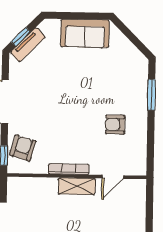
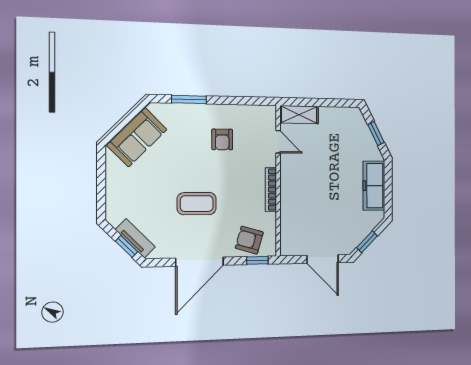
sofa: (85, 33) -> (137, 137), moved, turned 45
coffee table: (57, 100) -> (197, 204), added
shelving: (77, 186) -> (299, 115), moved, turned 90

